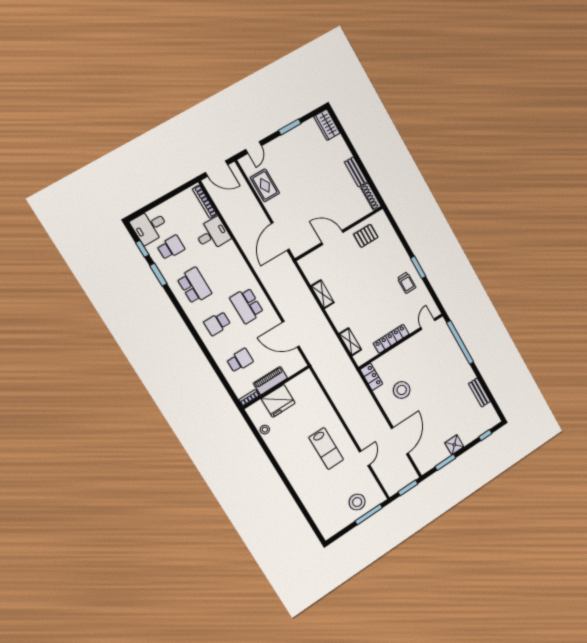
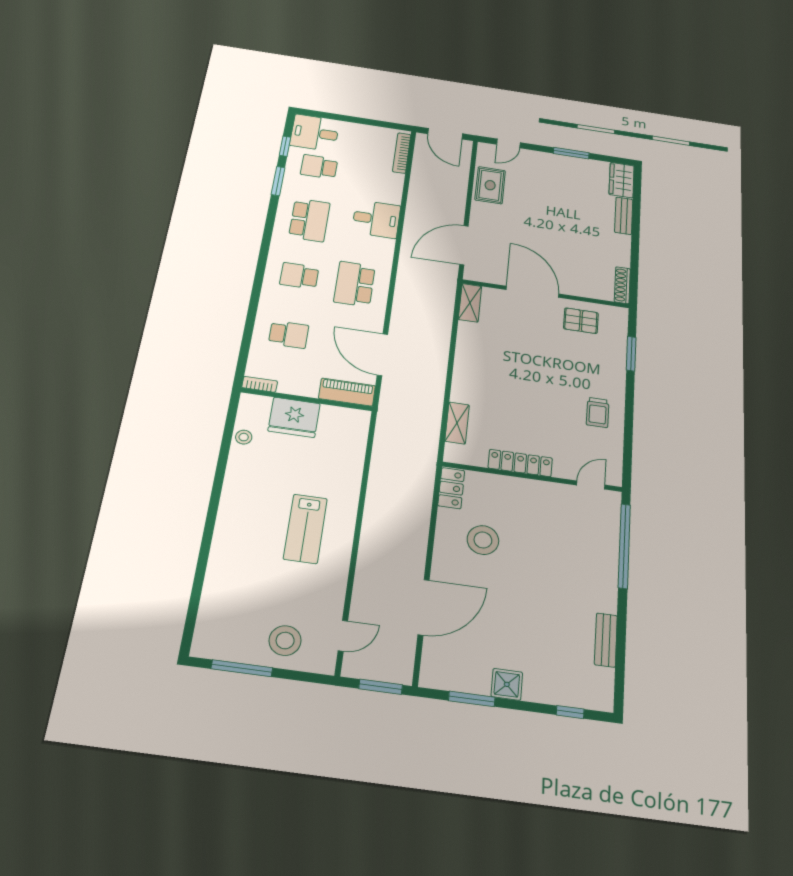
bench: (356, 172) -> (624, 216), moved
desk: (212, 234) -> (376, 219), moved
door: (332, 238) -> (533, 292), width x1.36
school desk: (171, 247) -> (319, 167), turned 180
window: (418, 267) -> (631, 354), moved
shelving: (323, 294) -> (470, 303), moved
piano: (270, 381) -> (347, 392), moved
door: (365, 458) -> (343, 636), moved
window: (369, 514) -> (242, 668), moved

